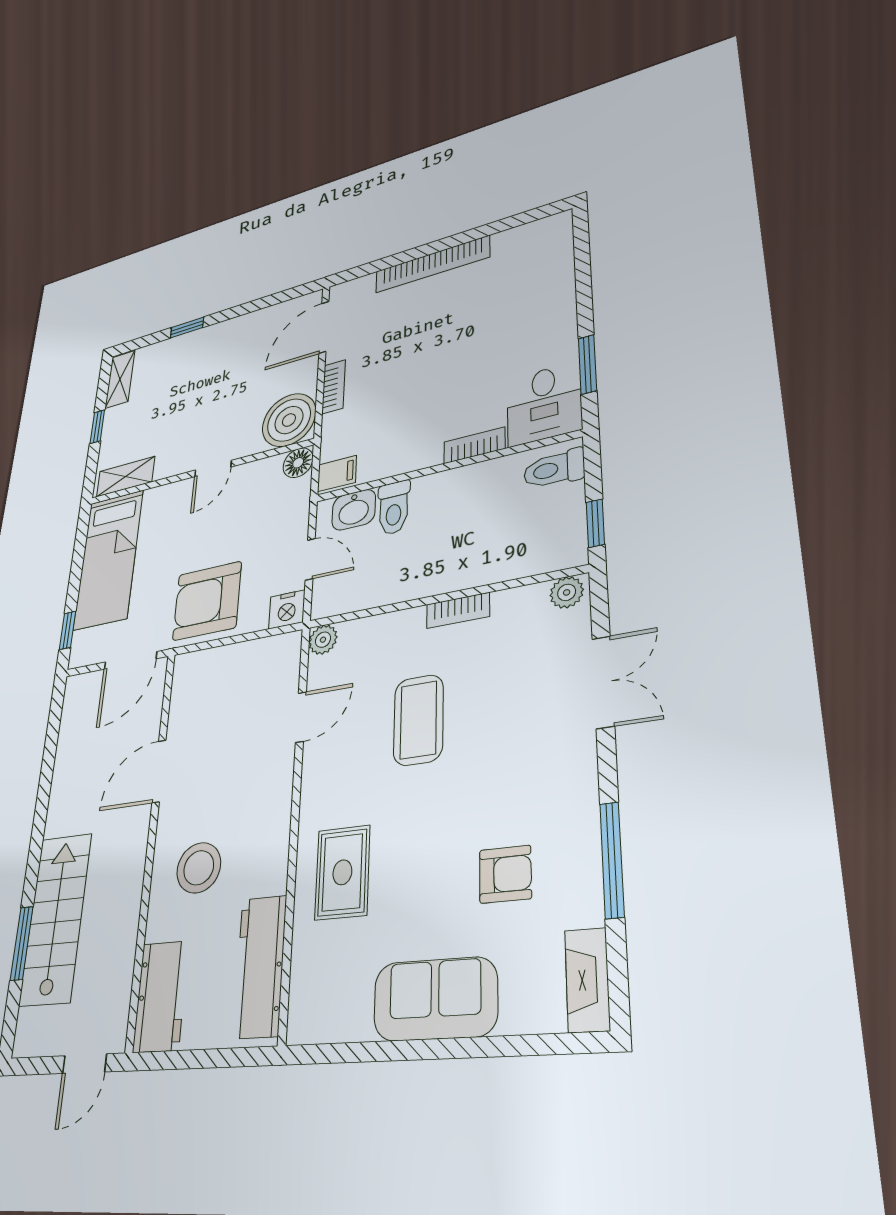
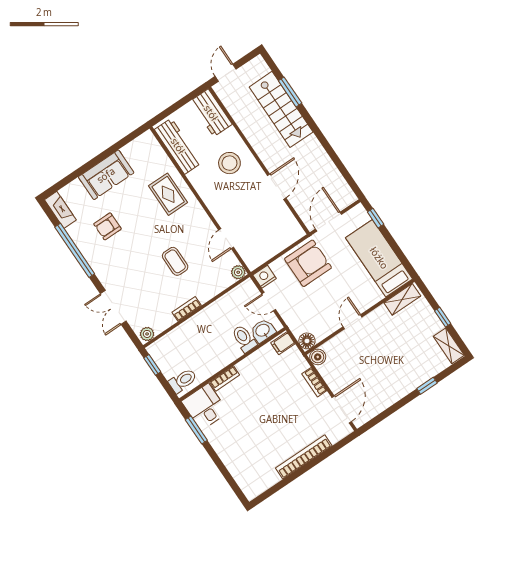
boiler: (289, 420) -> (318, 357), width x0.54, depth x0.54
coffee table: (418, 720) -> (175, 261), width x0.73, depth x0.77
window: (612, 860) -> (75, 250), width x1.46

